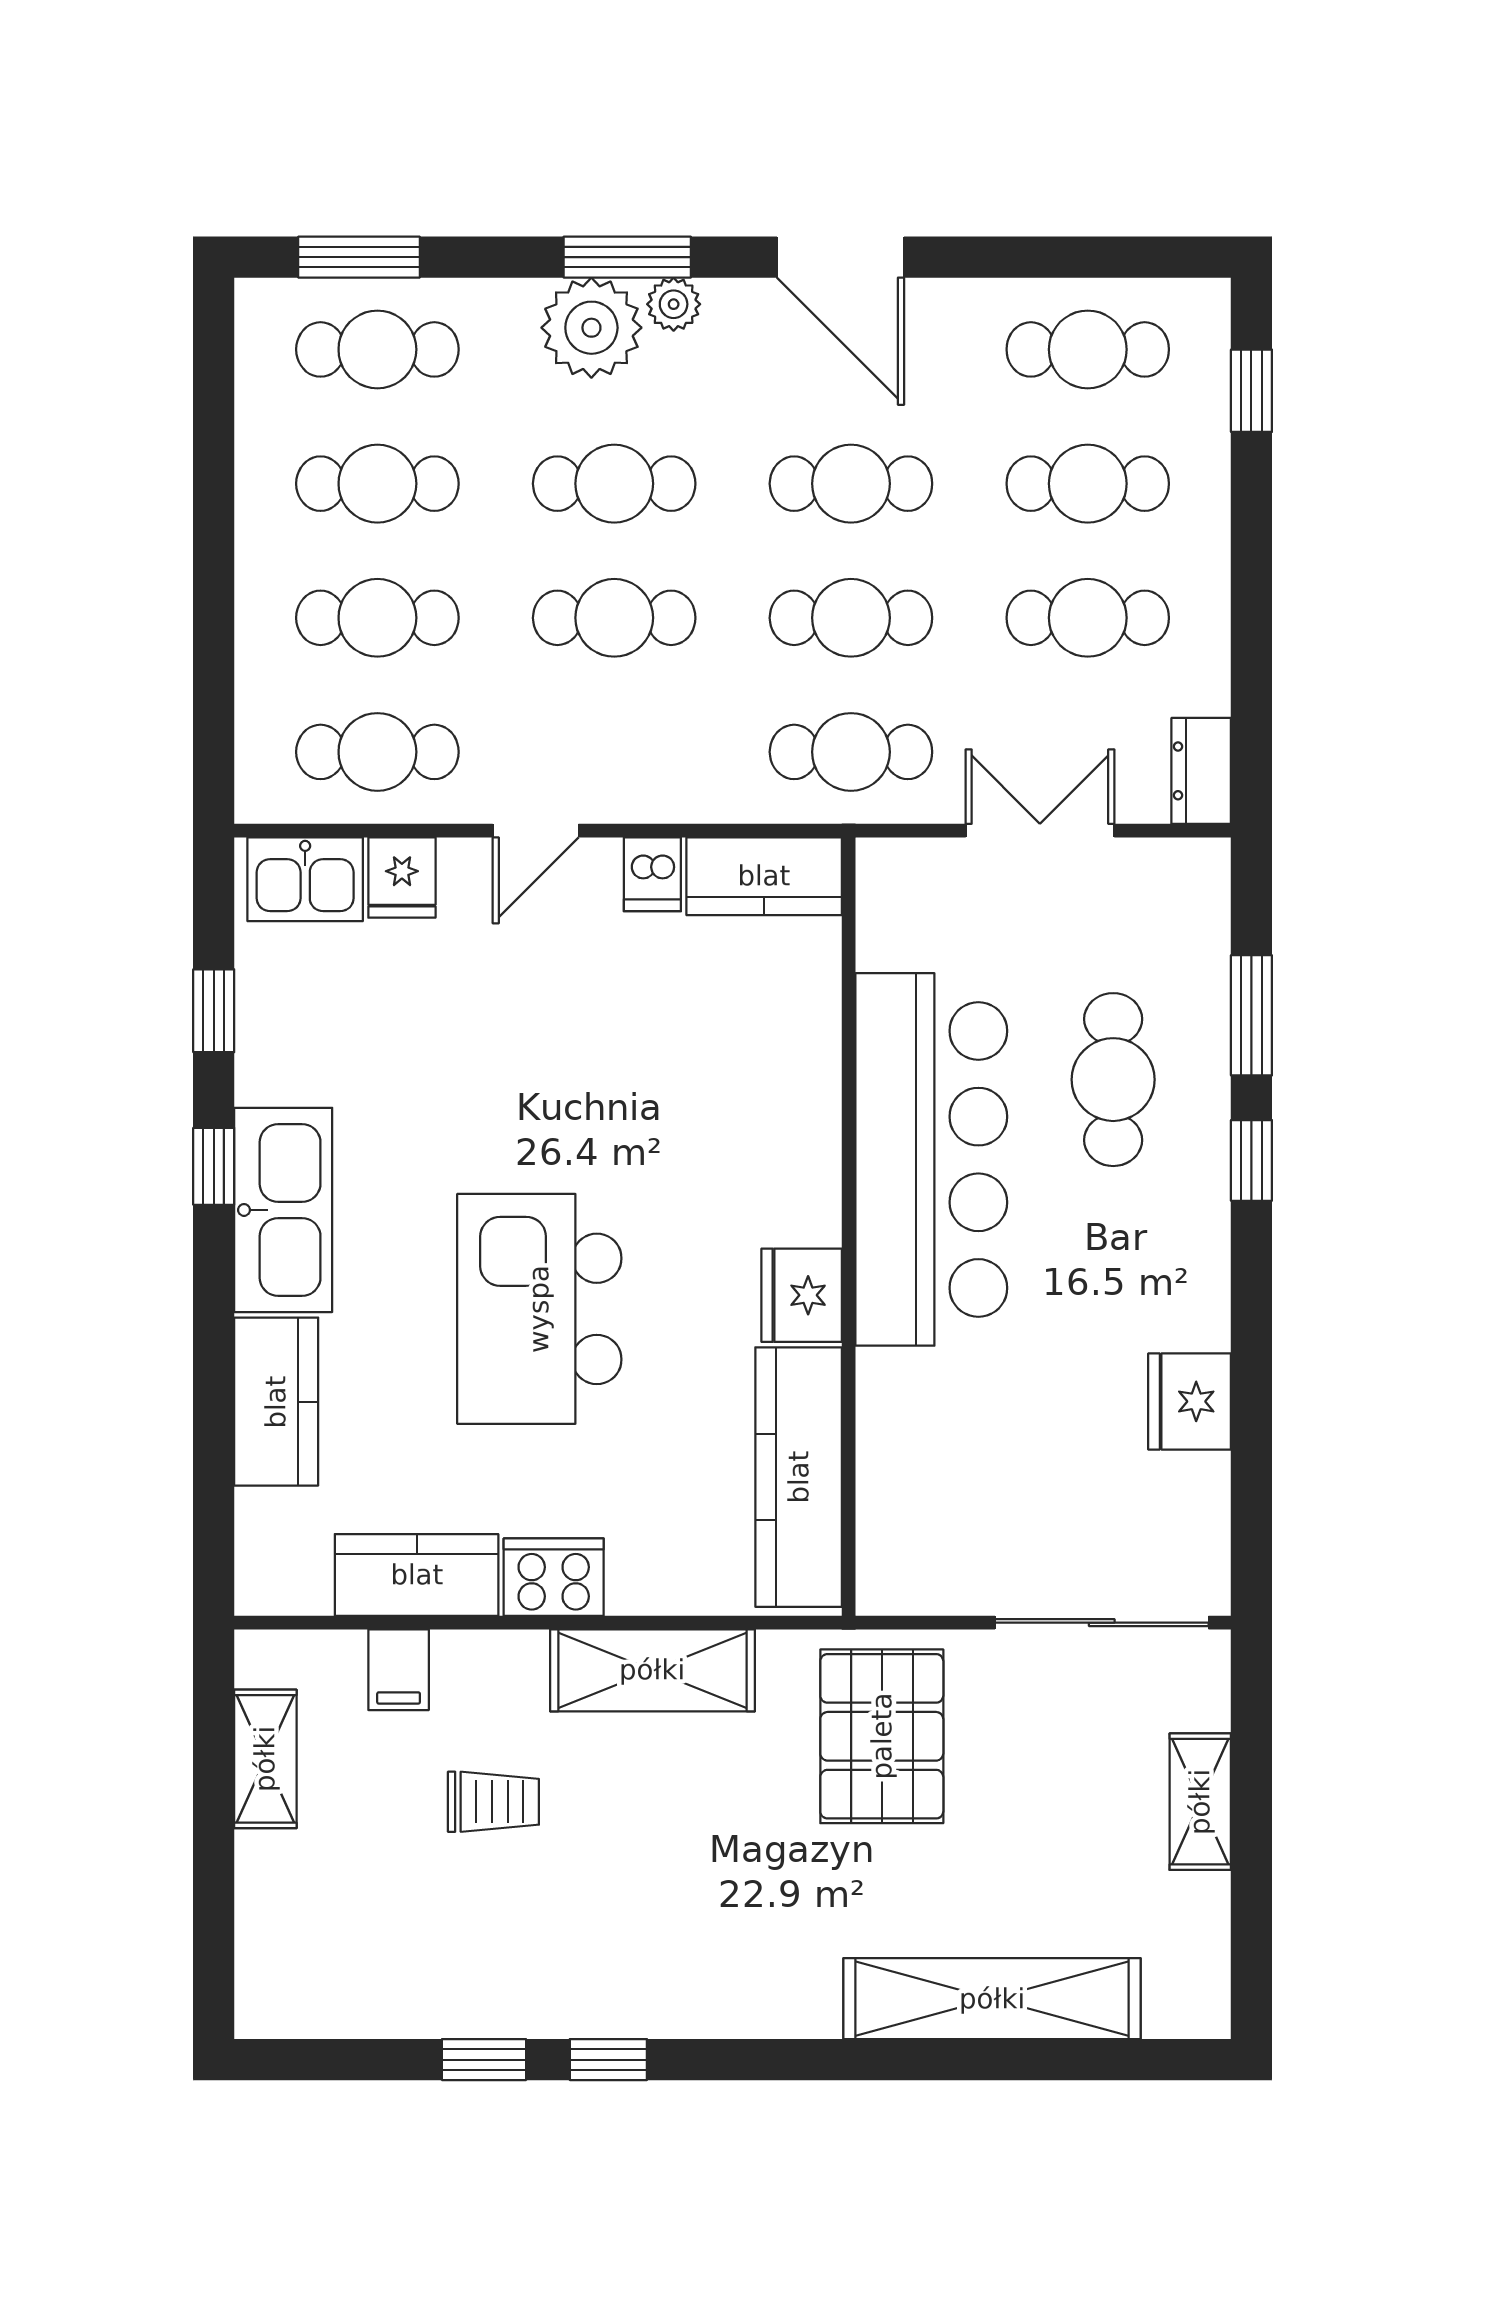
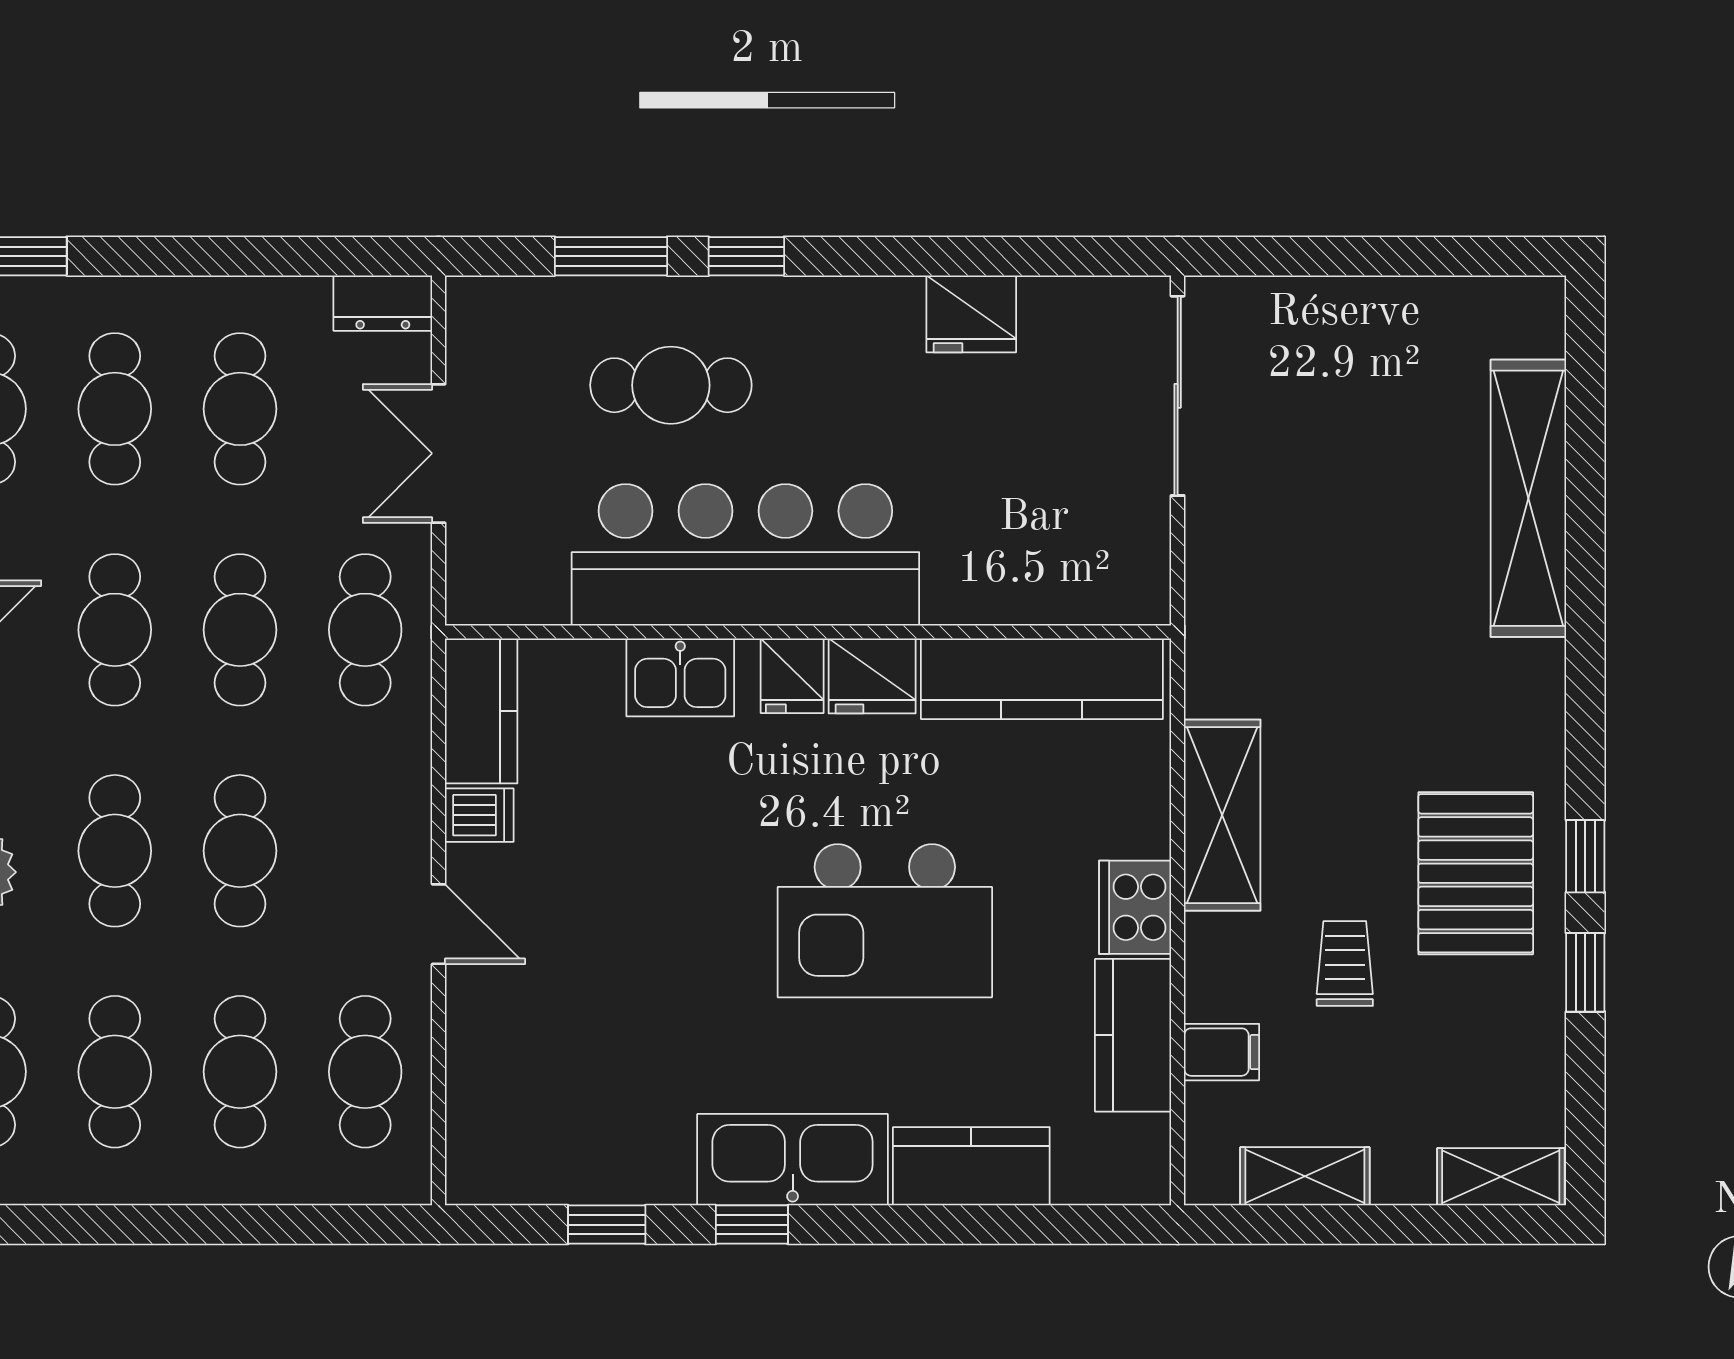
fridge: (402, 878) -> (792, 676), moved, turned 90
kitchen sink: (305, 879) -> (680, 677), moved, turned 90
pallet: (882, 1736) -> (1476, 873), moved, turned 90
shelving: (1200, 1802) -> (1501, 1177), moved

